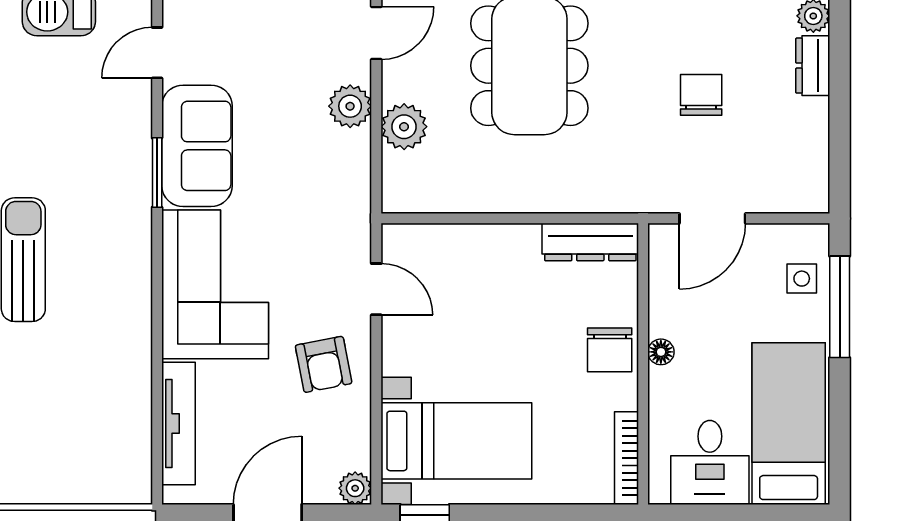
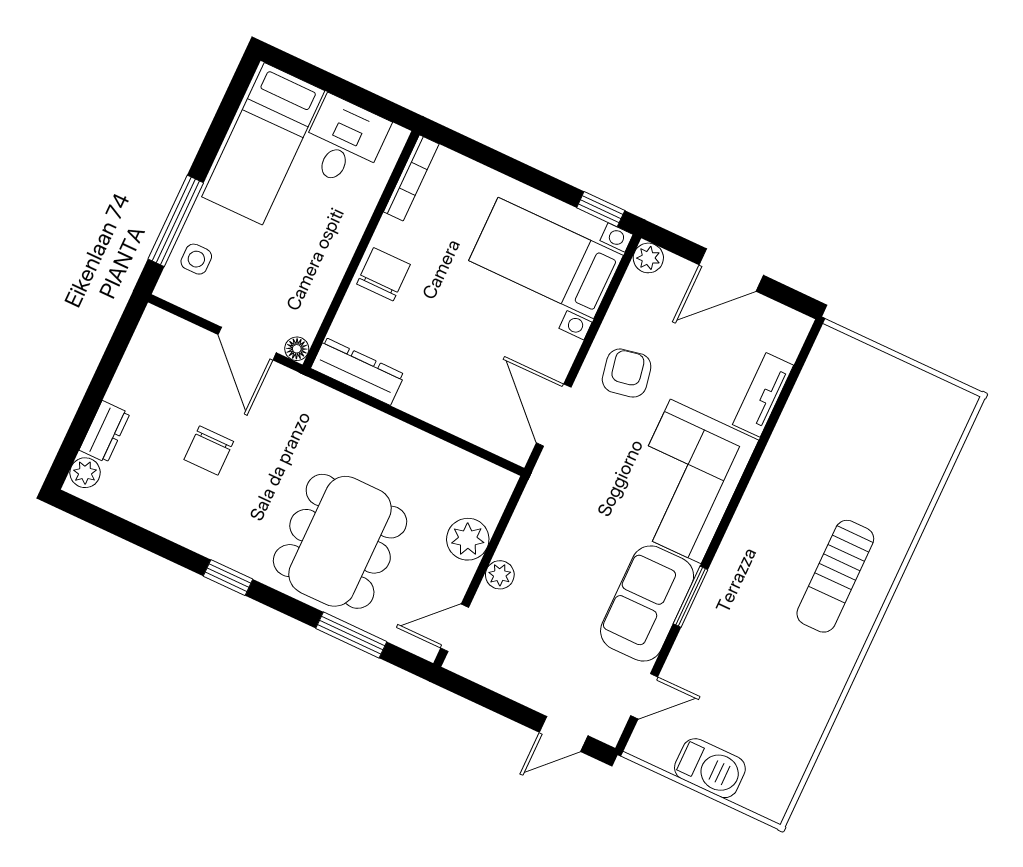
plant: (350, 106) -> (500, 575), width x0.73, depth x0.73
door: (712, 218) -> (247, 344), swing flipped
door: (376, 289) -> (554, 415), width x1.38
floor lamp: (661, 352) -> (297, 349), moved
tv unit: (178, 423) -> (763, 395), width x0.71

